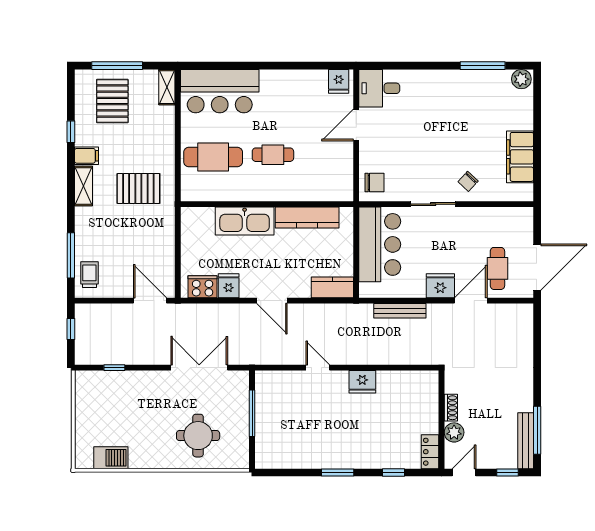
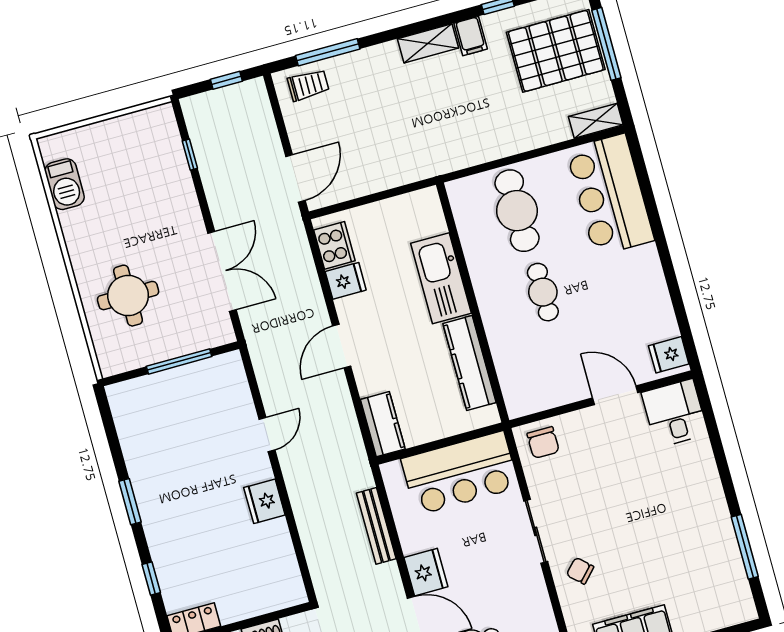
plant: (521, 79) -> (741, 605), removed
pallet: (112, 101) -> (556, 51), width x1.37, depth x1.41
pallet: (138, 188) -> (445, 120), removed

